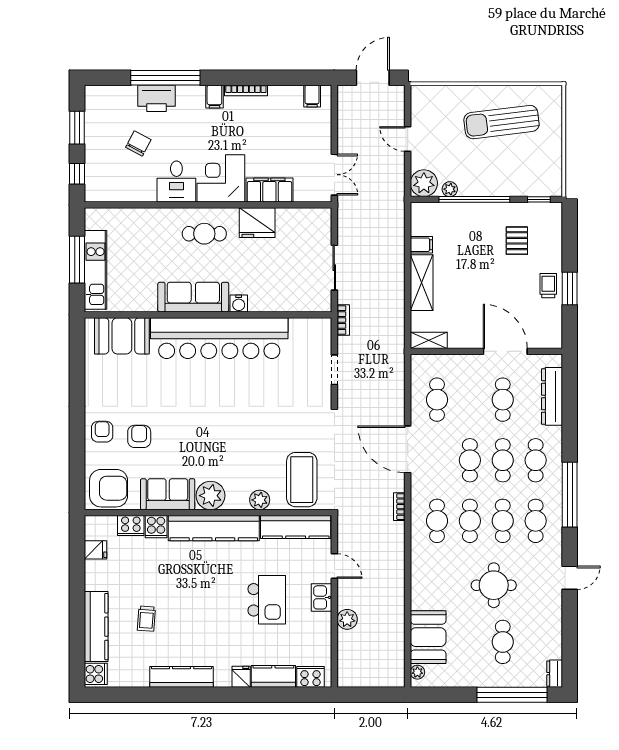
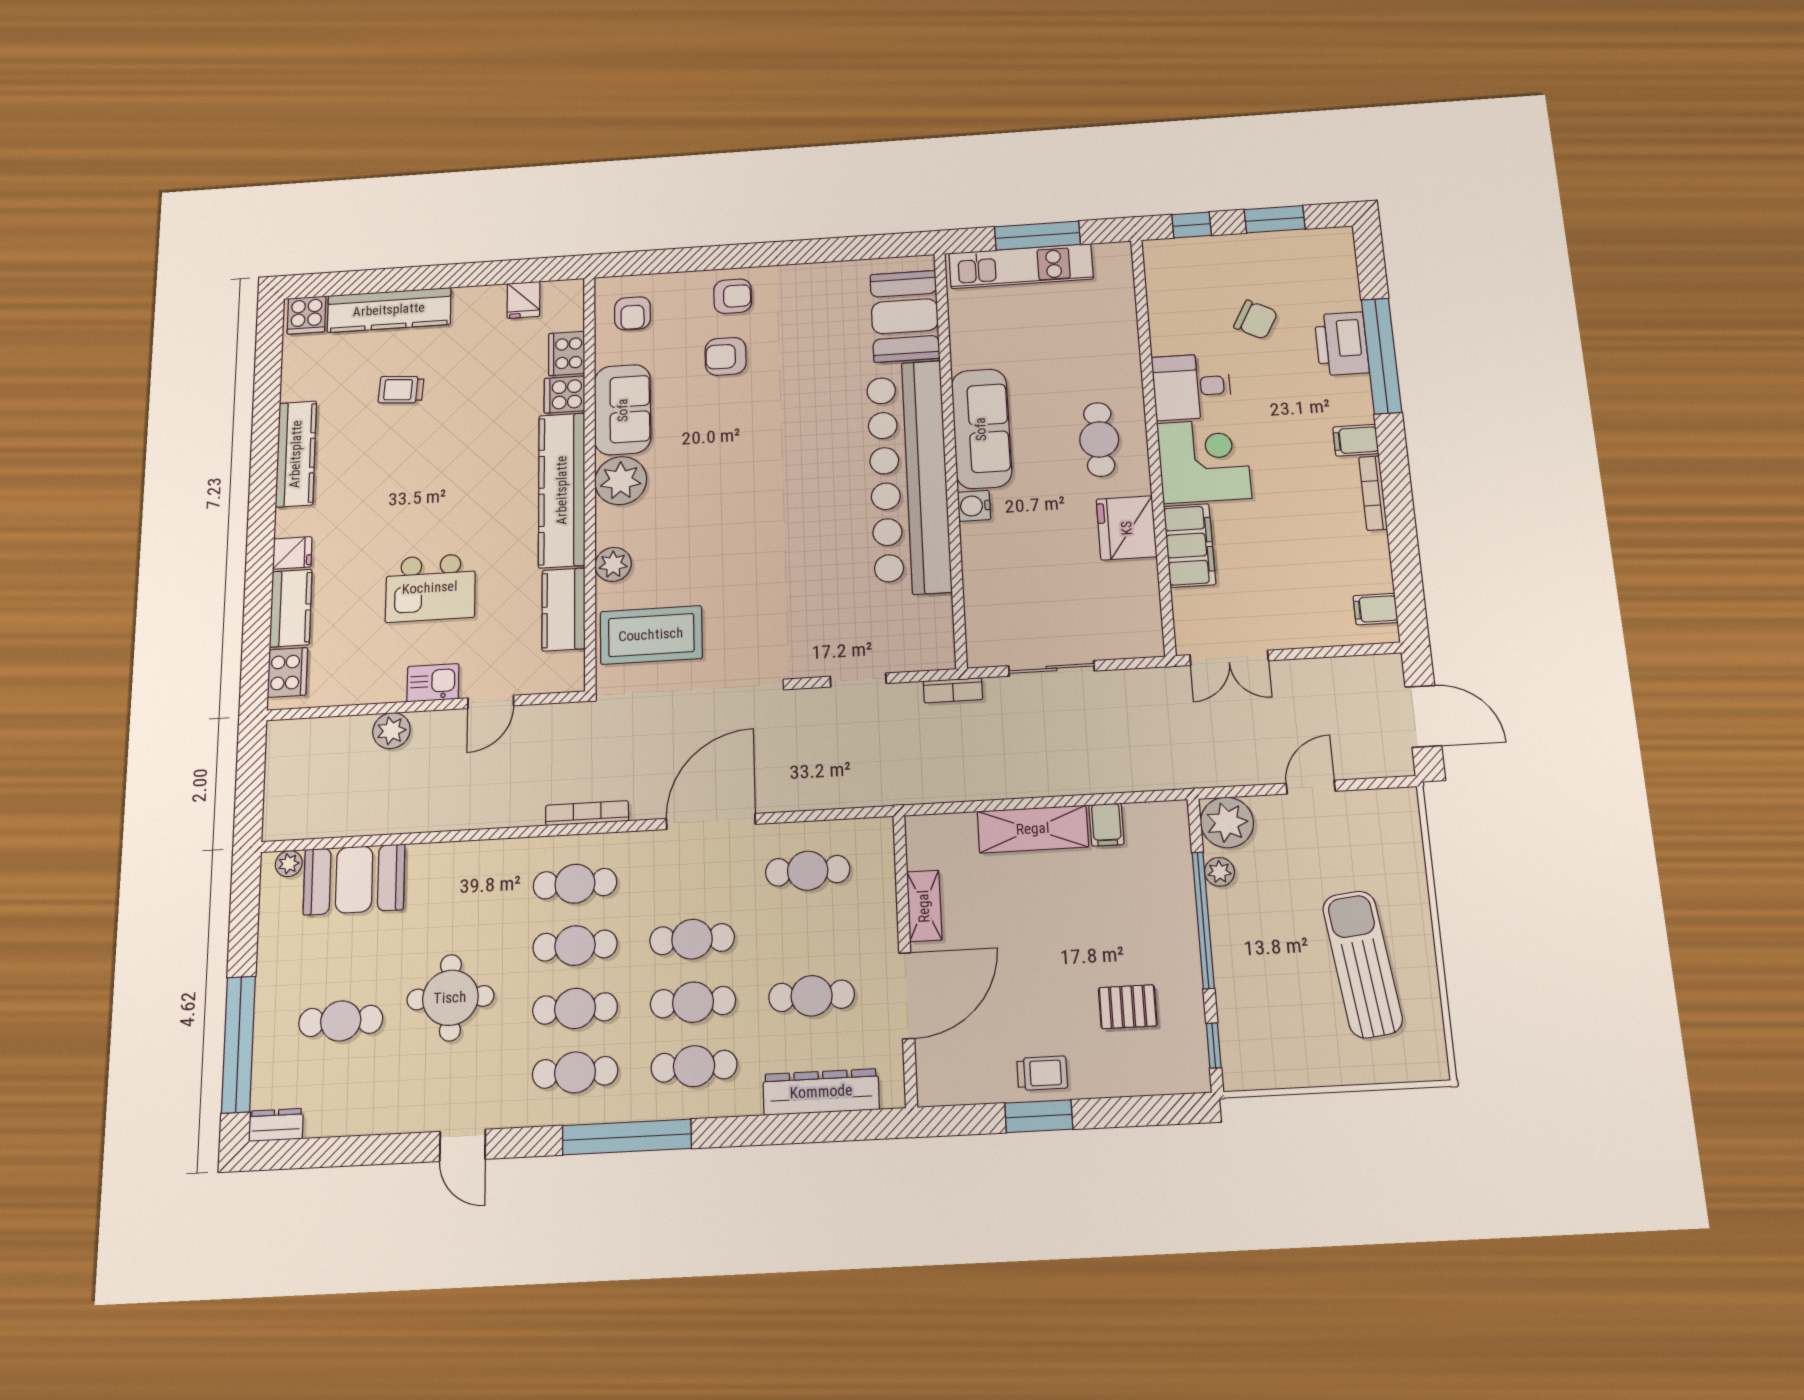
shelving: (429, 340) -> (924, 906), moved
armchair: (139, 436) -> (726, 356), turned 180
armchair: (109, 488) -> (633, 313), width x0.53, depth x0.53
bookcase: (399, 507) -> (587, 813), width x1.56
kitchen counter: (296, 527) -> (564, 609), width x0.67

